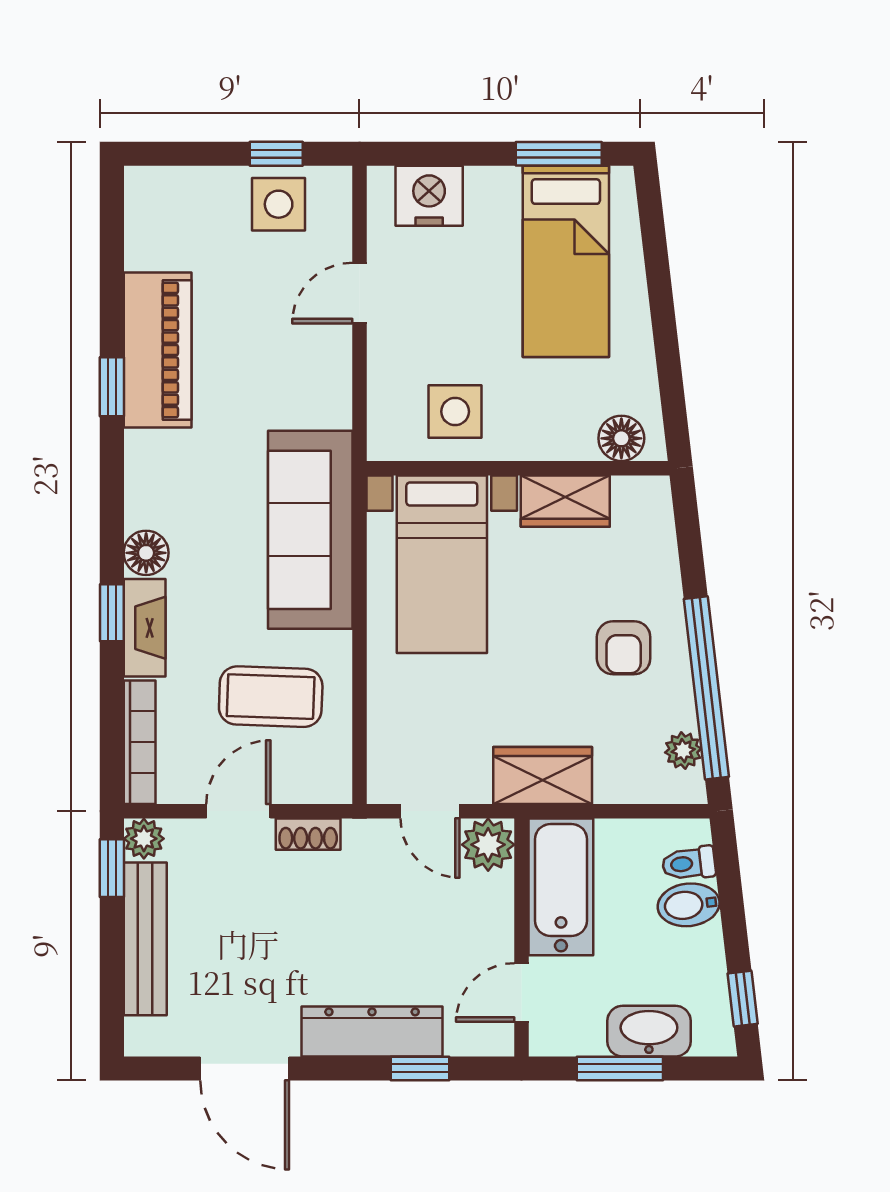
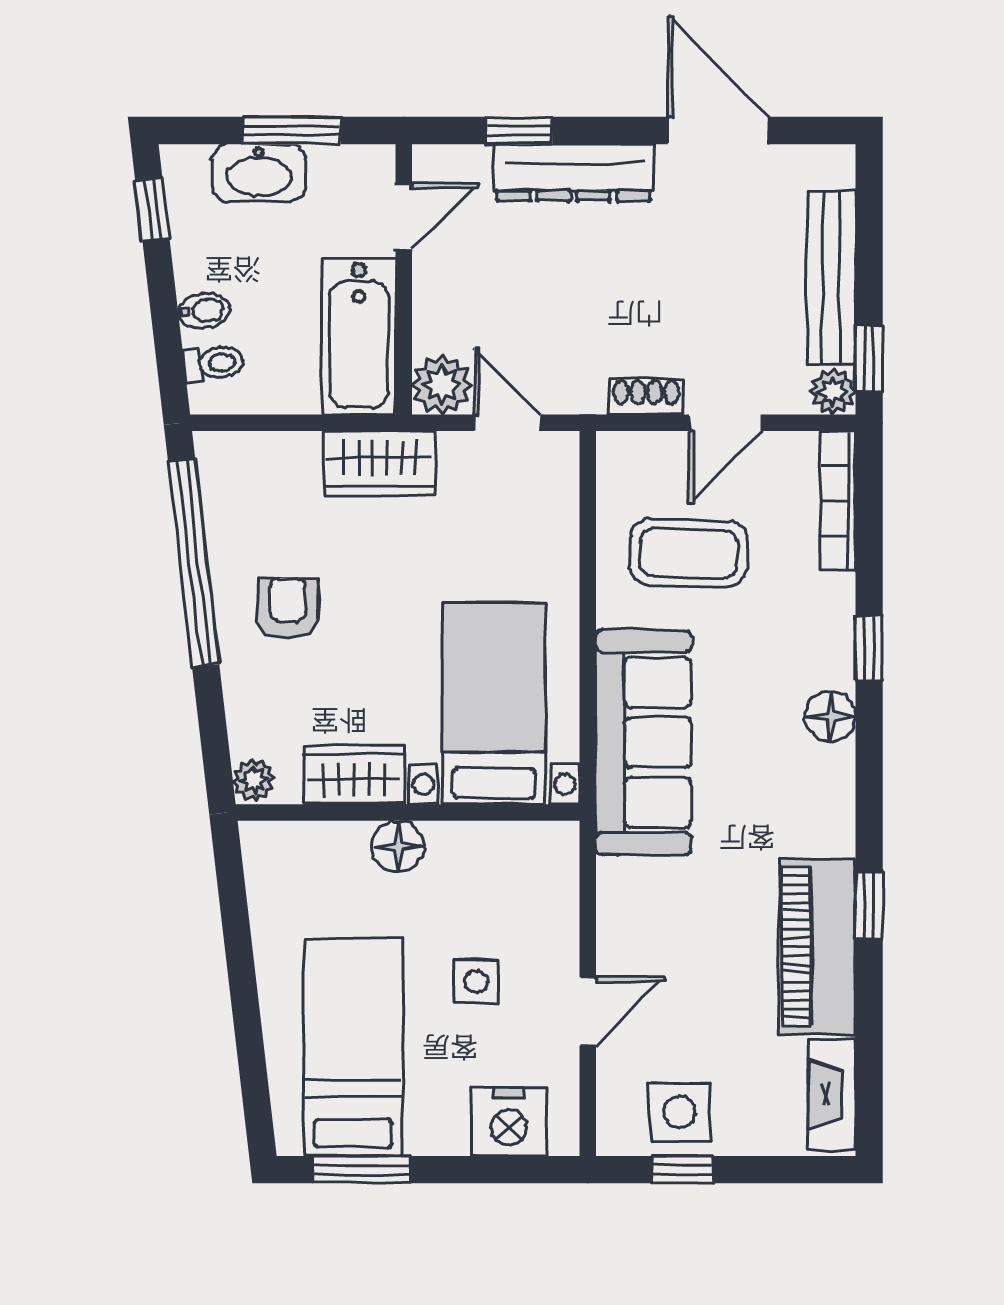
side table: (455, 412) -> (476, 982), moved, width x0.73, depth x0.73
floor lamp: (621, 438) -> (398, 846), moved
fireplace: (145, 628) -> (832, 1095), moved
plant: (683, 751) -> (254, 780), moved
bidet: (689, 905) -> (204, 311), width x0.72, depth x0.74

